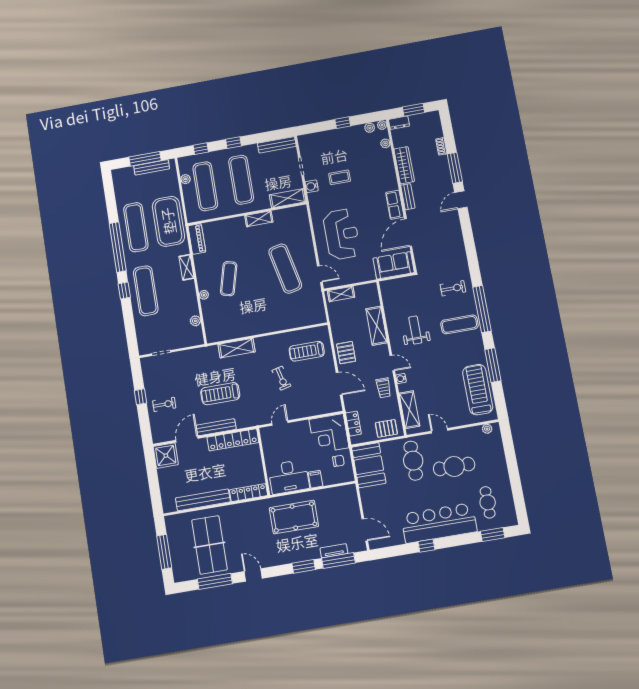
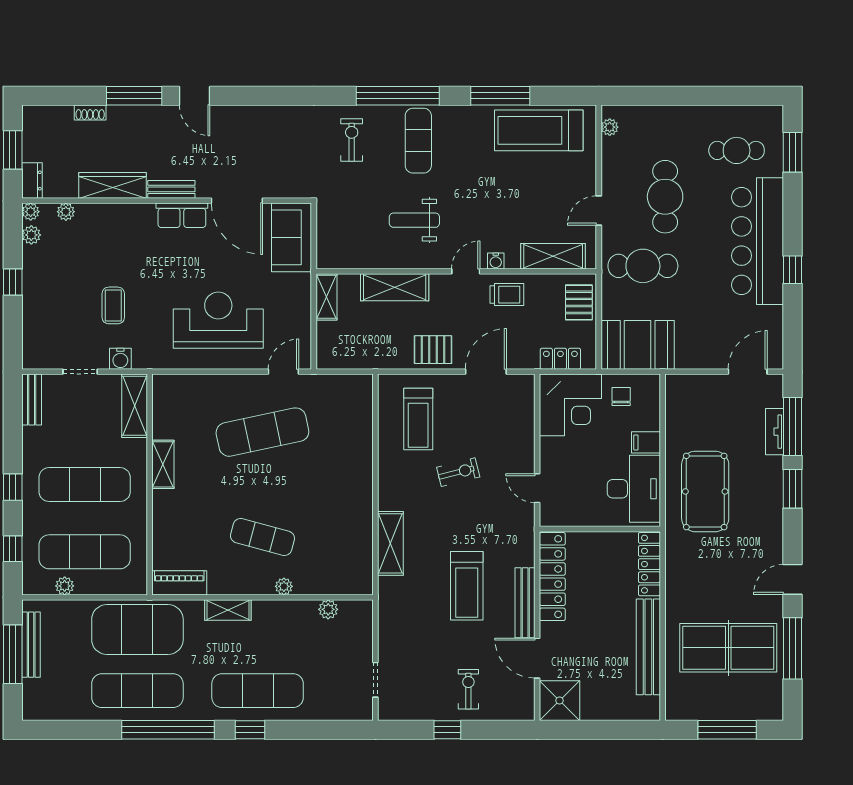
bench: (277, 145) -> (32, 399), width x0.73
shelving: (341, 294) -> (326, 297), moved

